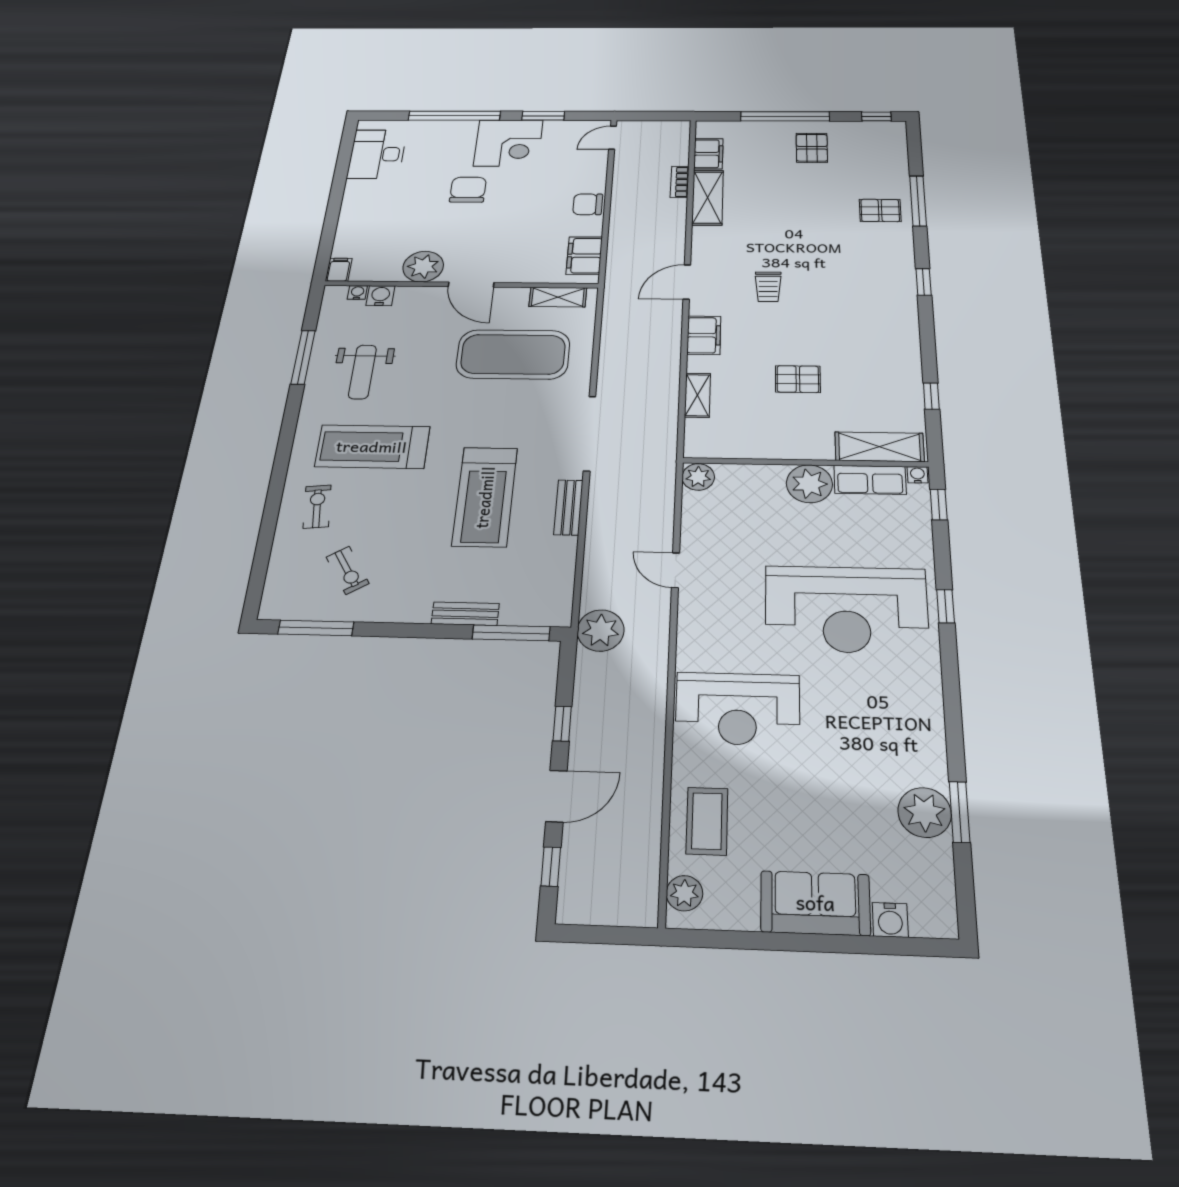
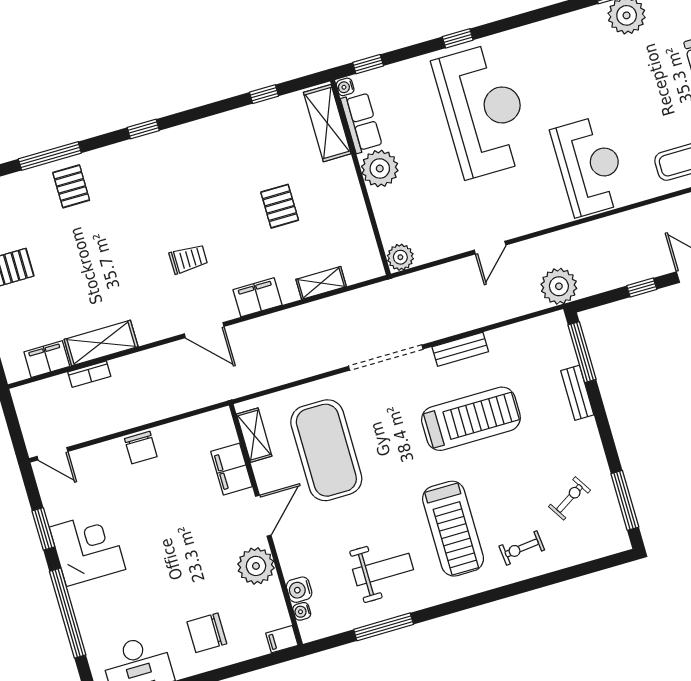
chair: (468, 190) -> (207, 633), moved
filing cabinet: (584, 256) -> (232, 469), moved, turned 90

